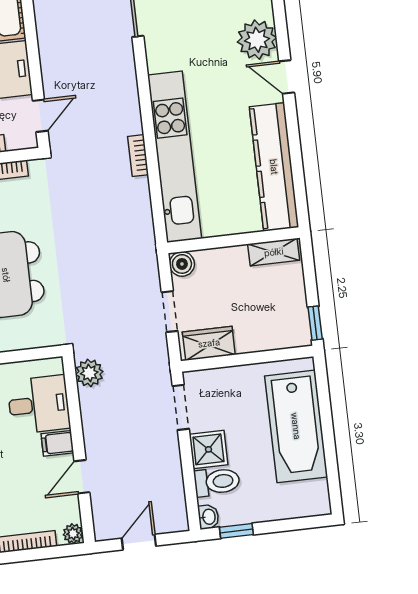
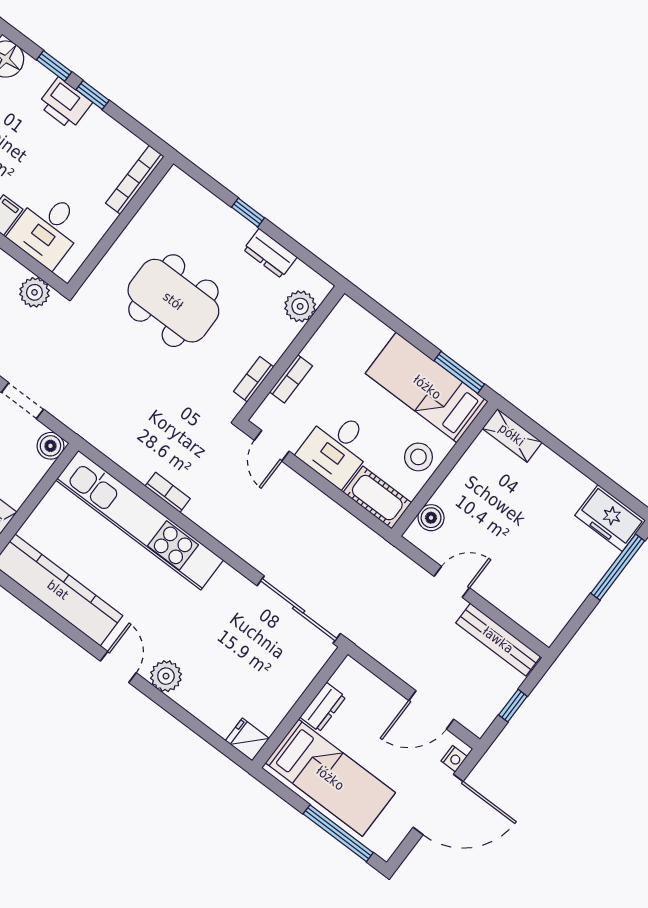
plant: (257, 40) -> (166, 676), width x0.73, depth x0.73
door: (287, 77) -> (118, 667), hinge flipped

